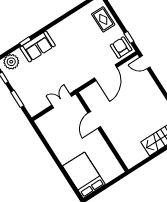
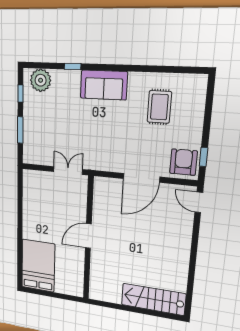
rug: (103, 19) -> (159, 107), moved
sofa: (38, 46) -> (104, 85), moved
door: (94, 120) -> (88, 236), moved

